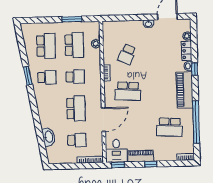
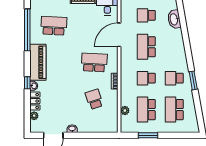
school desk: (127, 54) -> (94, 99), turned -42

